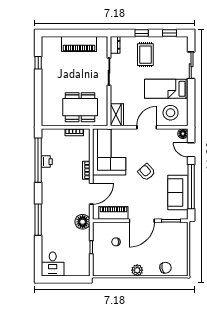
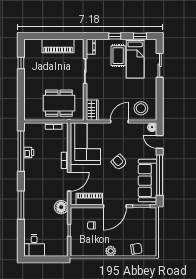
bed: (166, 89) -> (135, 59), moved, turned -90
sofa: (178, 192) -> (147, 181), width x1.36

